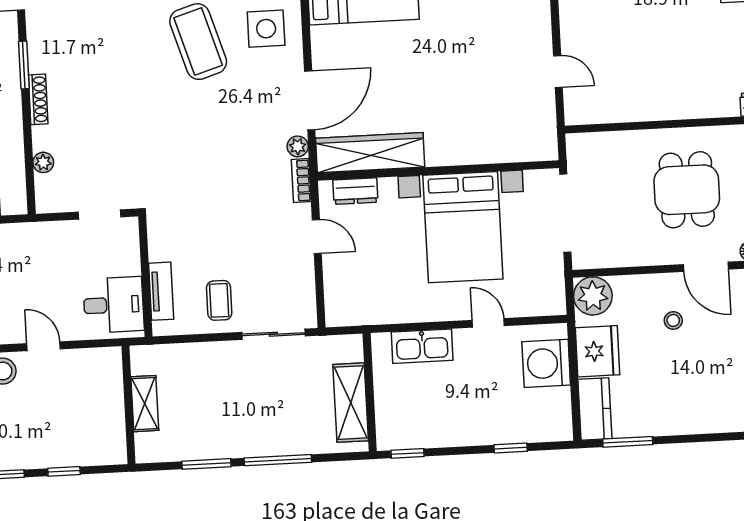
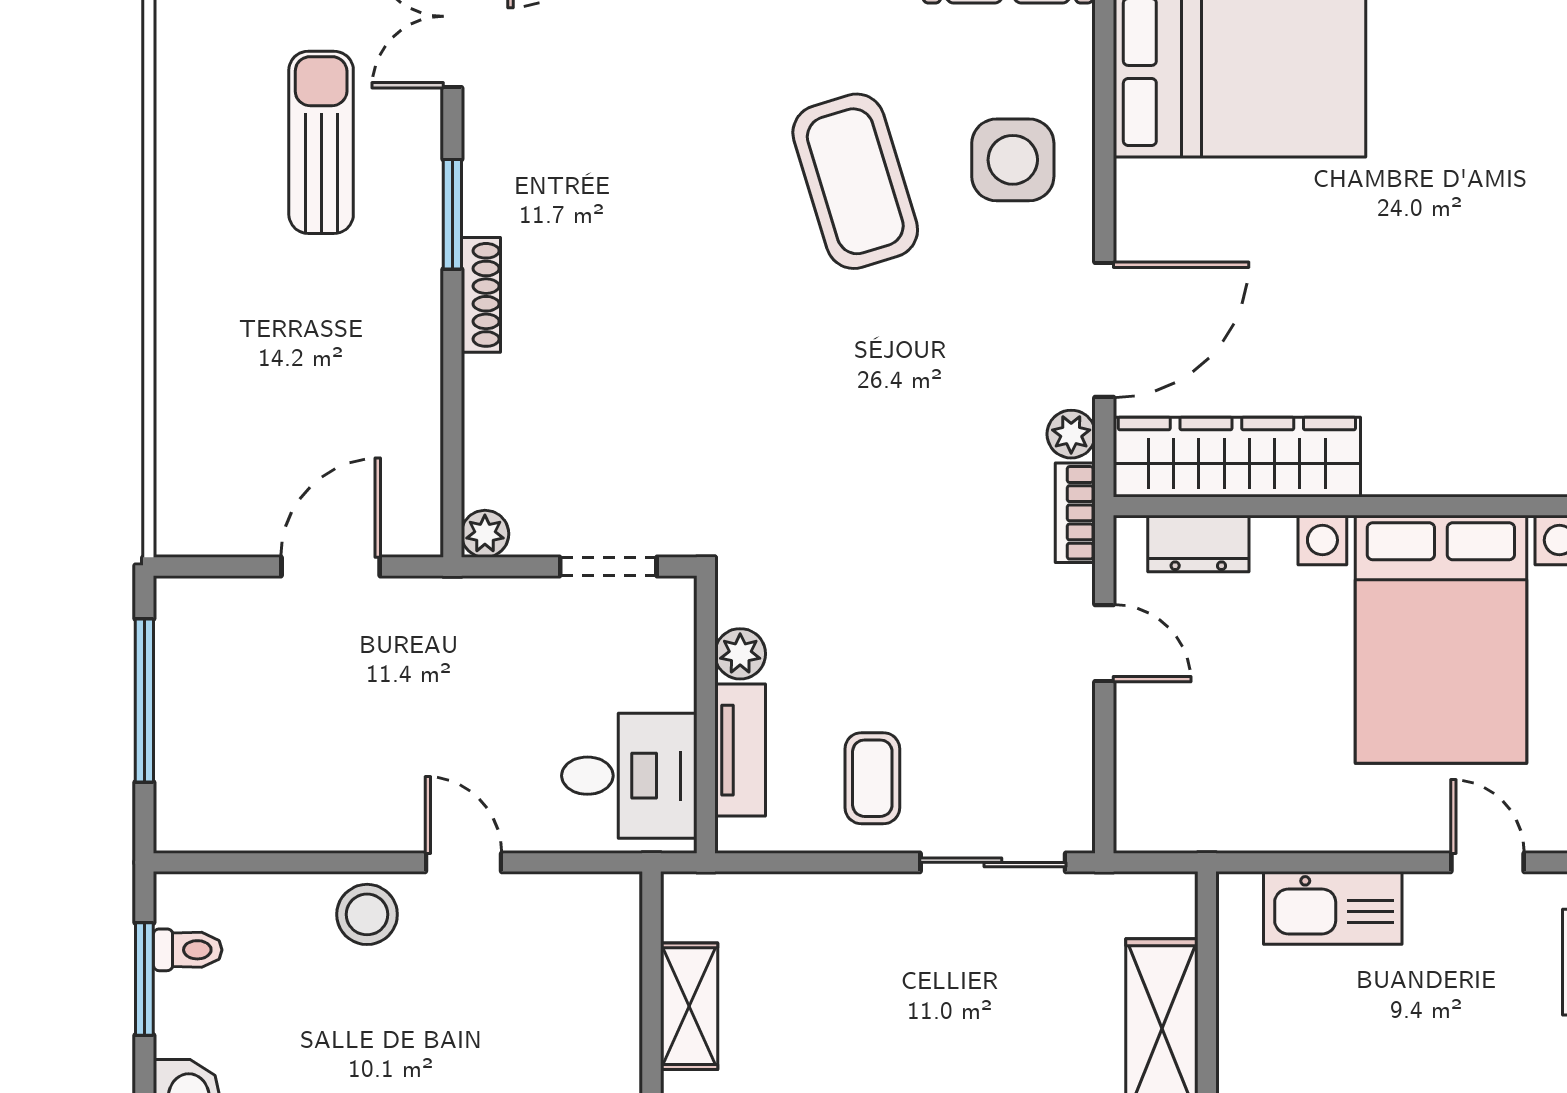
plant: (43, 162) -> (485, 534), moved
plant: (159, 249) -> (740, 654), added

